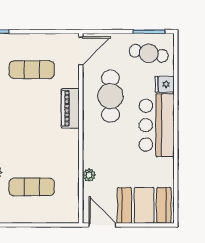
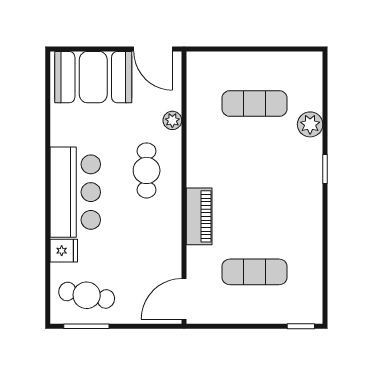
cafe table: (110, 96) -> (147, 170), moved, width x0.73, depth x0.74

